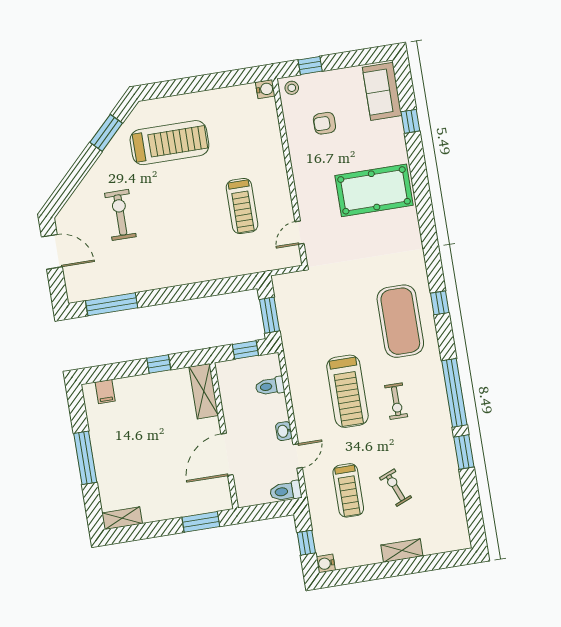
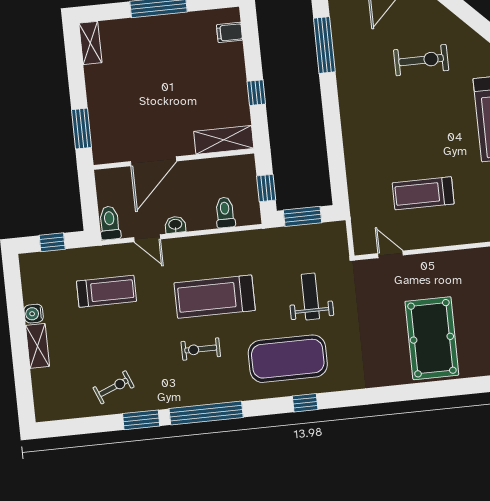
weight bench: (342, 304) -> (310, 296), added
door: (227, 454) -> (153, 161), swing flipped
exercise bike: (396, 488) -> (114, 387), moved
treadmill: (348, 490) -> (106, 291), turned 180
water cooler: (326, 563) -> (34, 314), moved, turned -90

